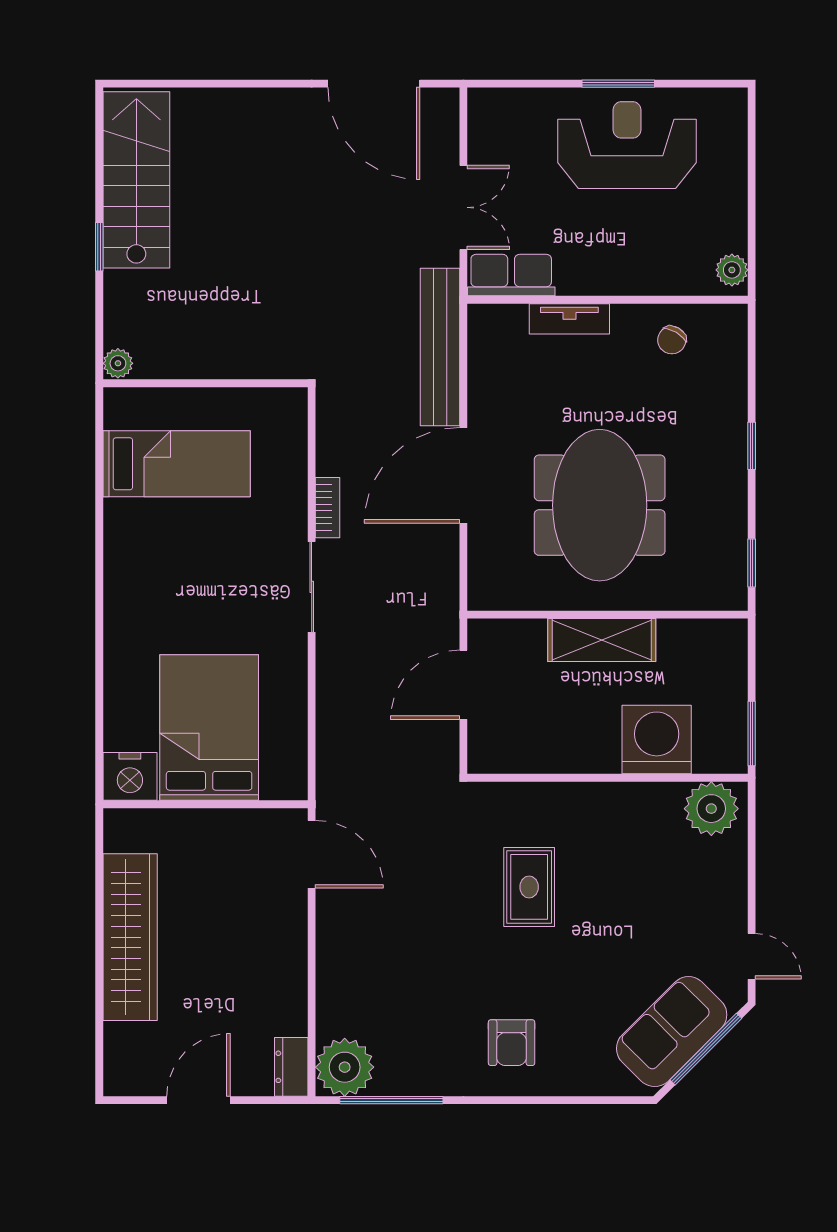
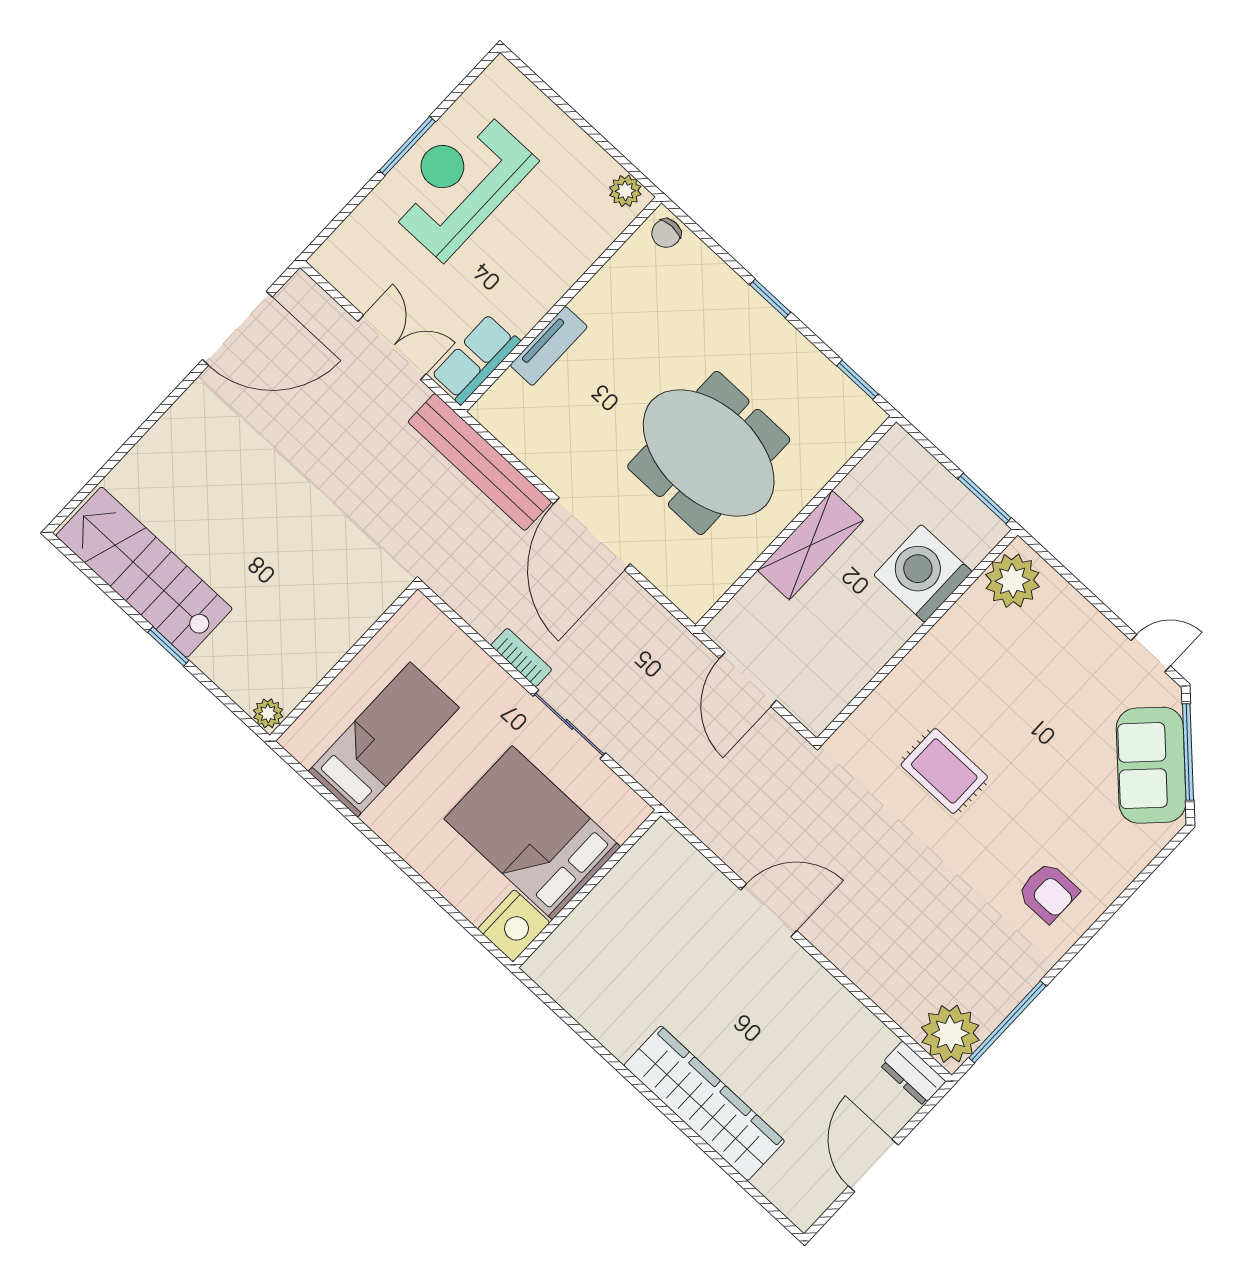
chair: (672, 340) -> (666, 233), moved, turned 59
bed: (209, 728) -> (532, 833), moved
nightstand: (130, 776) -> (514, 926), moved
wall: (205, 804) -> (587, 889), moved

